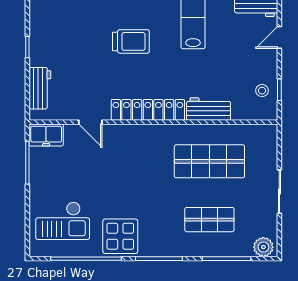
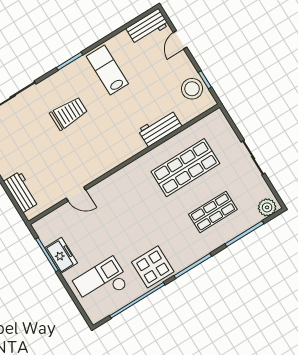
stool: (262, 91) -> (192, 89), width x1.89, depth x1.89
locker: (148, 110) -> (114, 157), removed
freezer: (46, 135) -> (61, 255), moved, turned -90
checkout: (63, 221) -> (101, 282), turned 180

